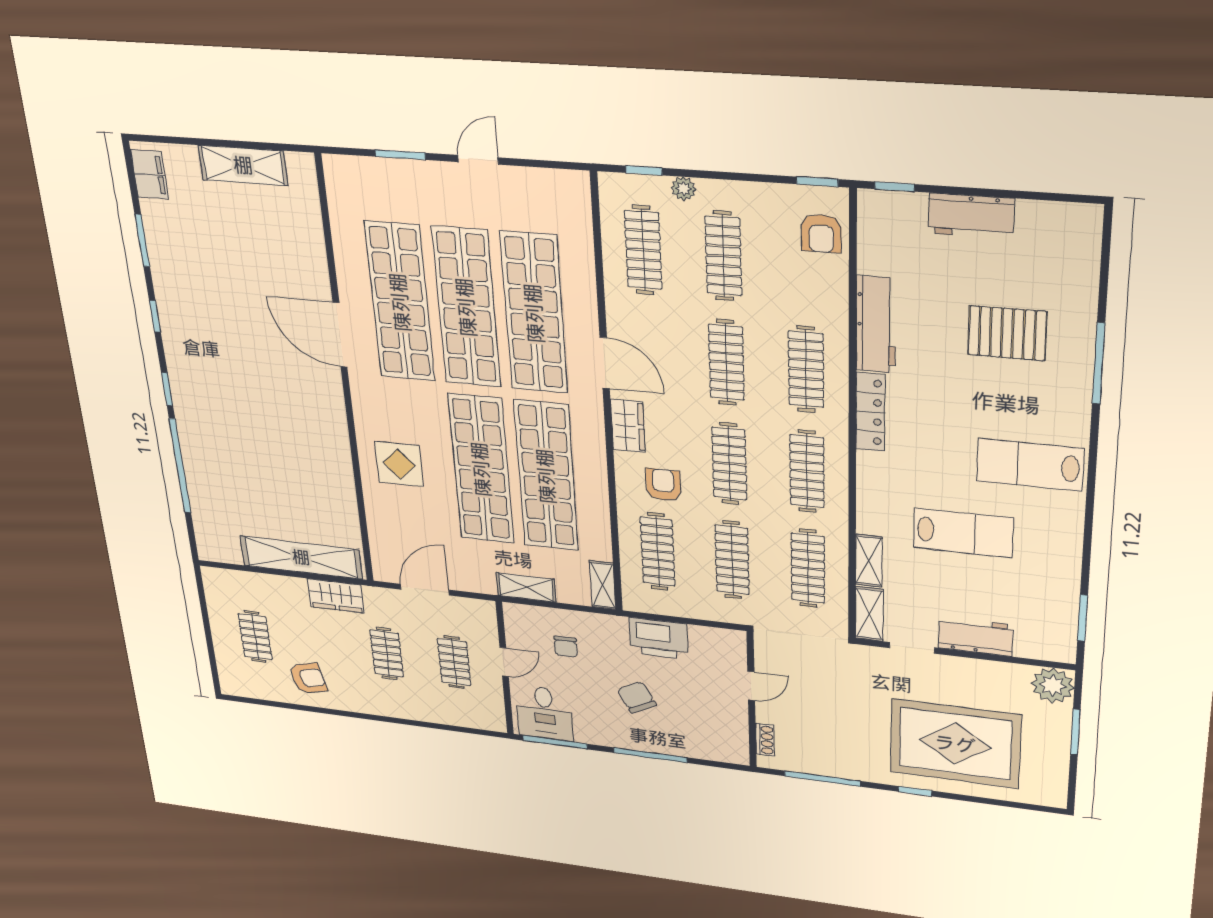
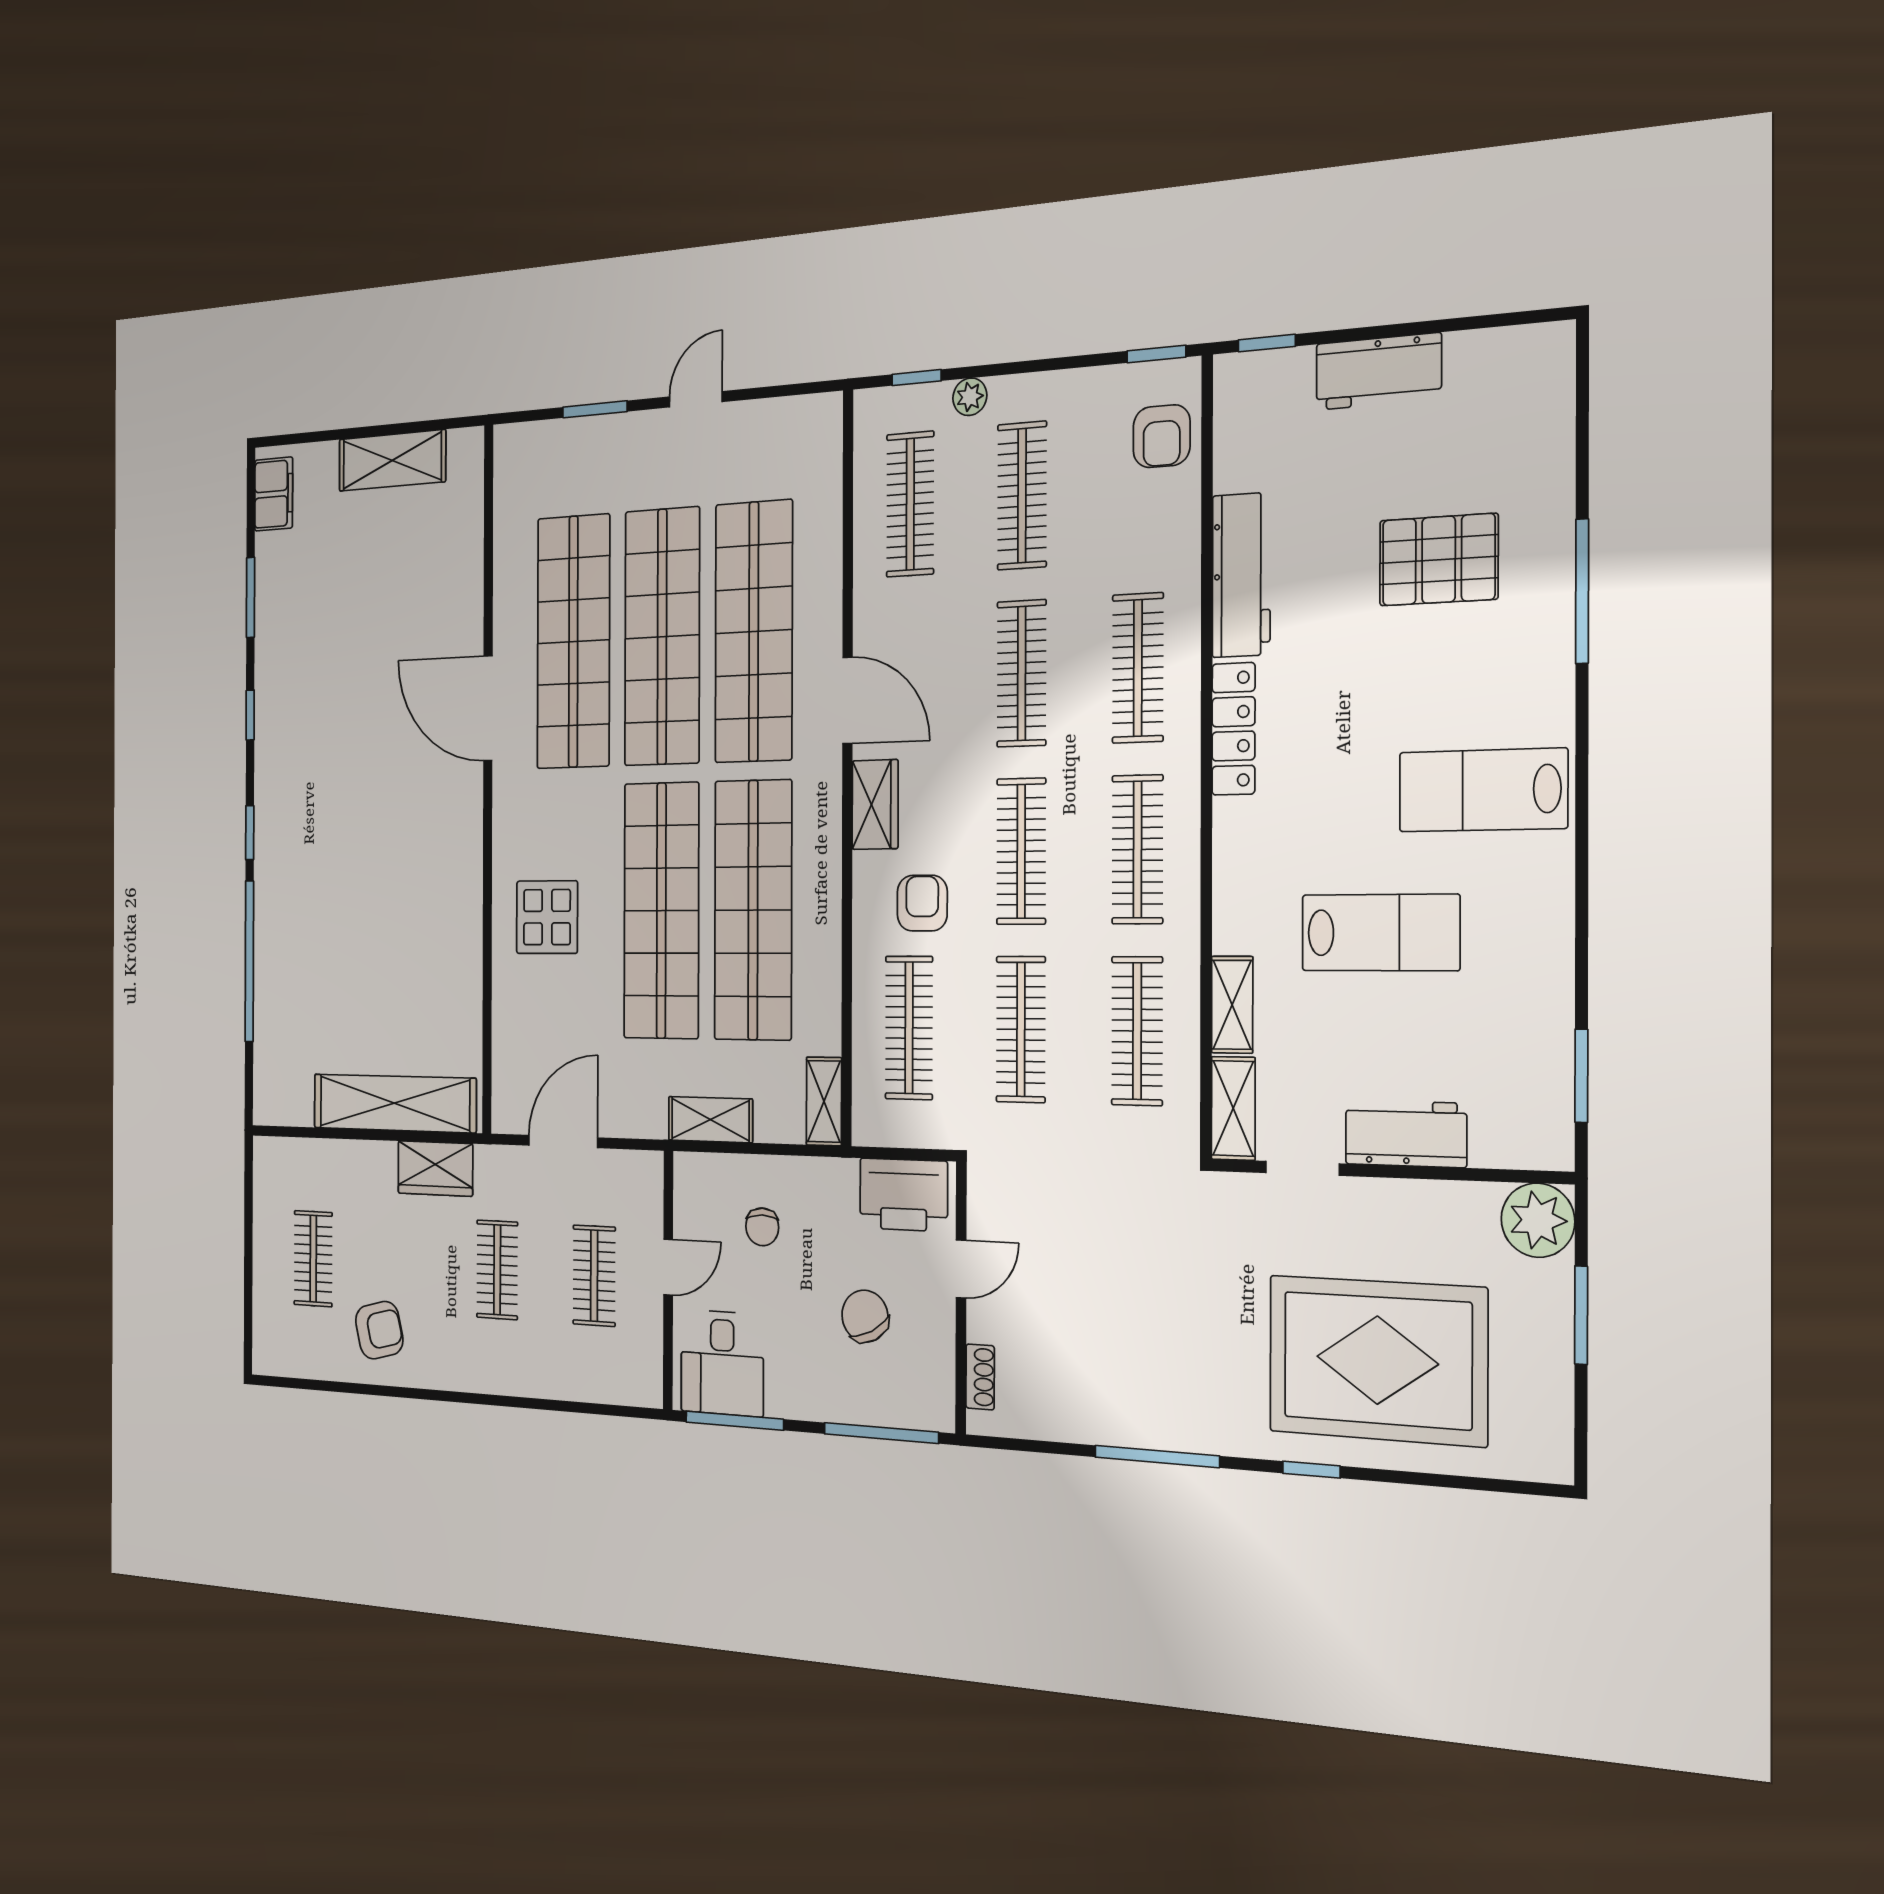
door: (751, 686) -> (961, 1269), moved
wall: (752, 700) -> (961, 1298), moved
shoe rack: (765, 740) -> (980, 1377), moved

